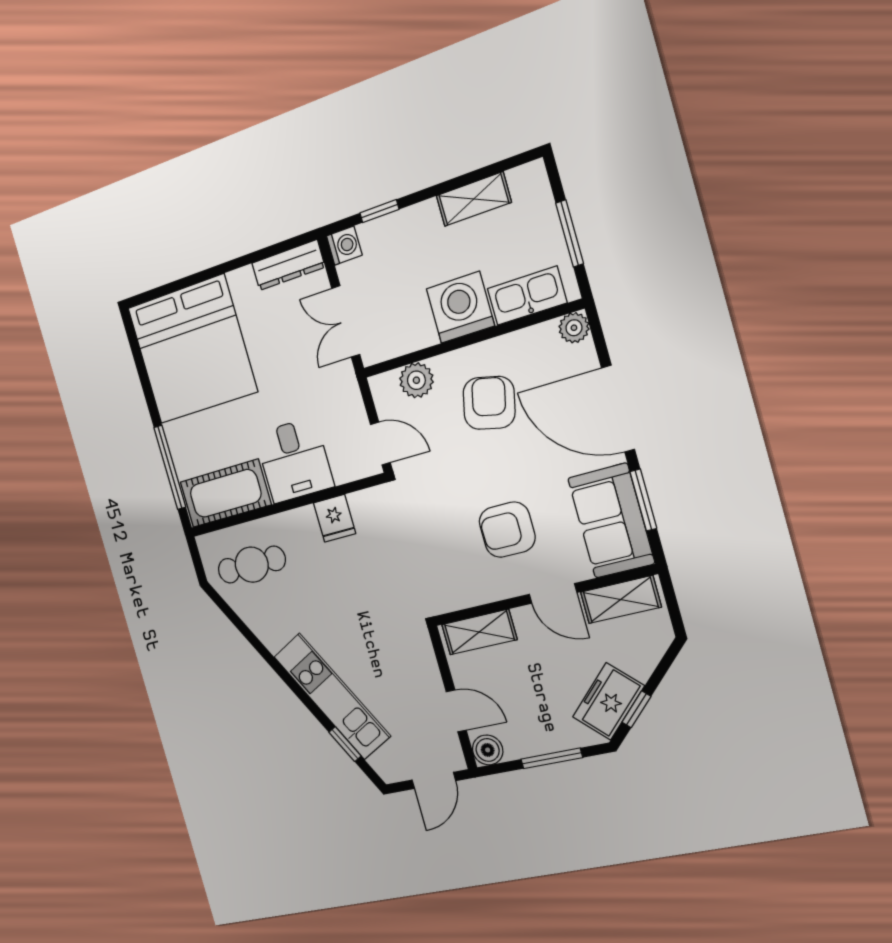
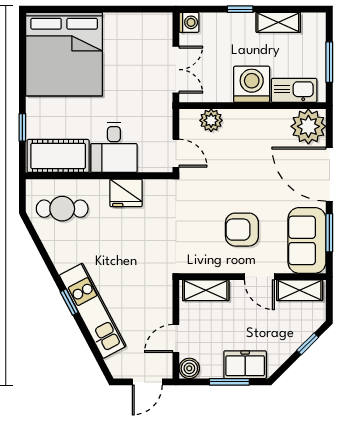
window: (379, 211) -> (240, 9), moved
dresser: (288, 265) -> (148, 22), removed
double door: (346, 321) -> (176, 70), swing flipped
plant: (574, 328) -> (308, 126), width x1.87, depth x1.87
armchair: (489, 403) -> (253, 148), removed
window: (170, 467) -> (22, 127), width x0.46
fridge: (335, 518) -> (126, 193), width x1.38
freezer: (608, 701) -> (245, 365), moved, turned 45
window: (636, 709) -> (308, 344), moved
door: (456, 711) -> (176, 338), swing flipped
window: (345, 744) -> (69, 302), moved

